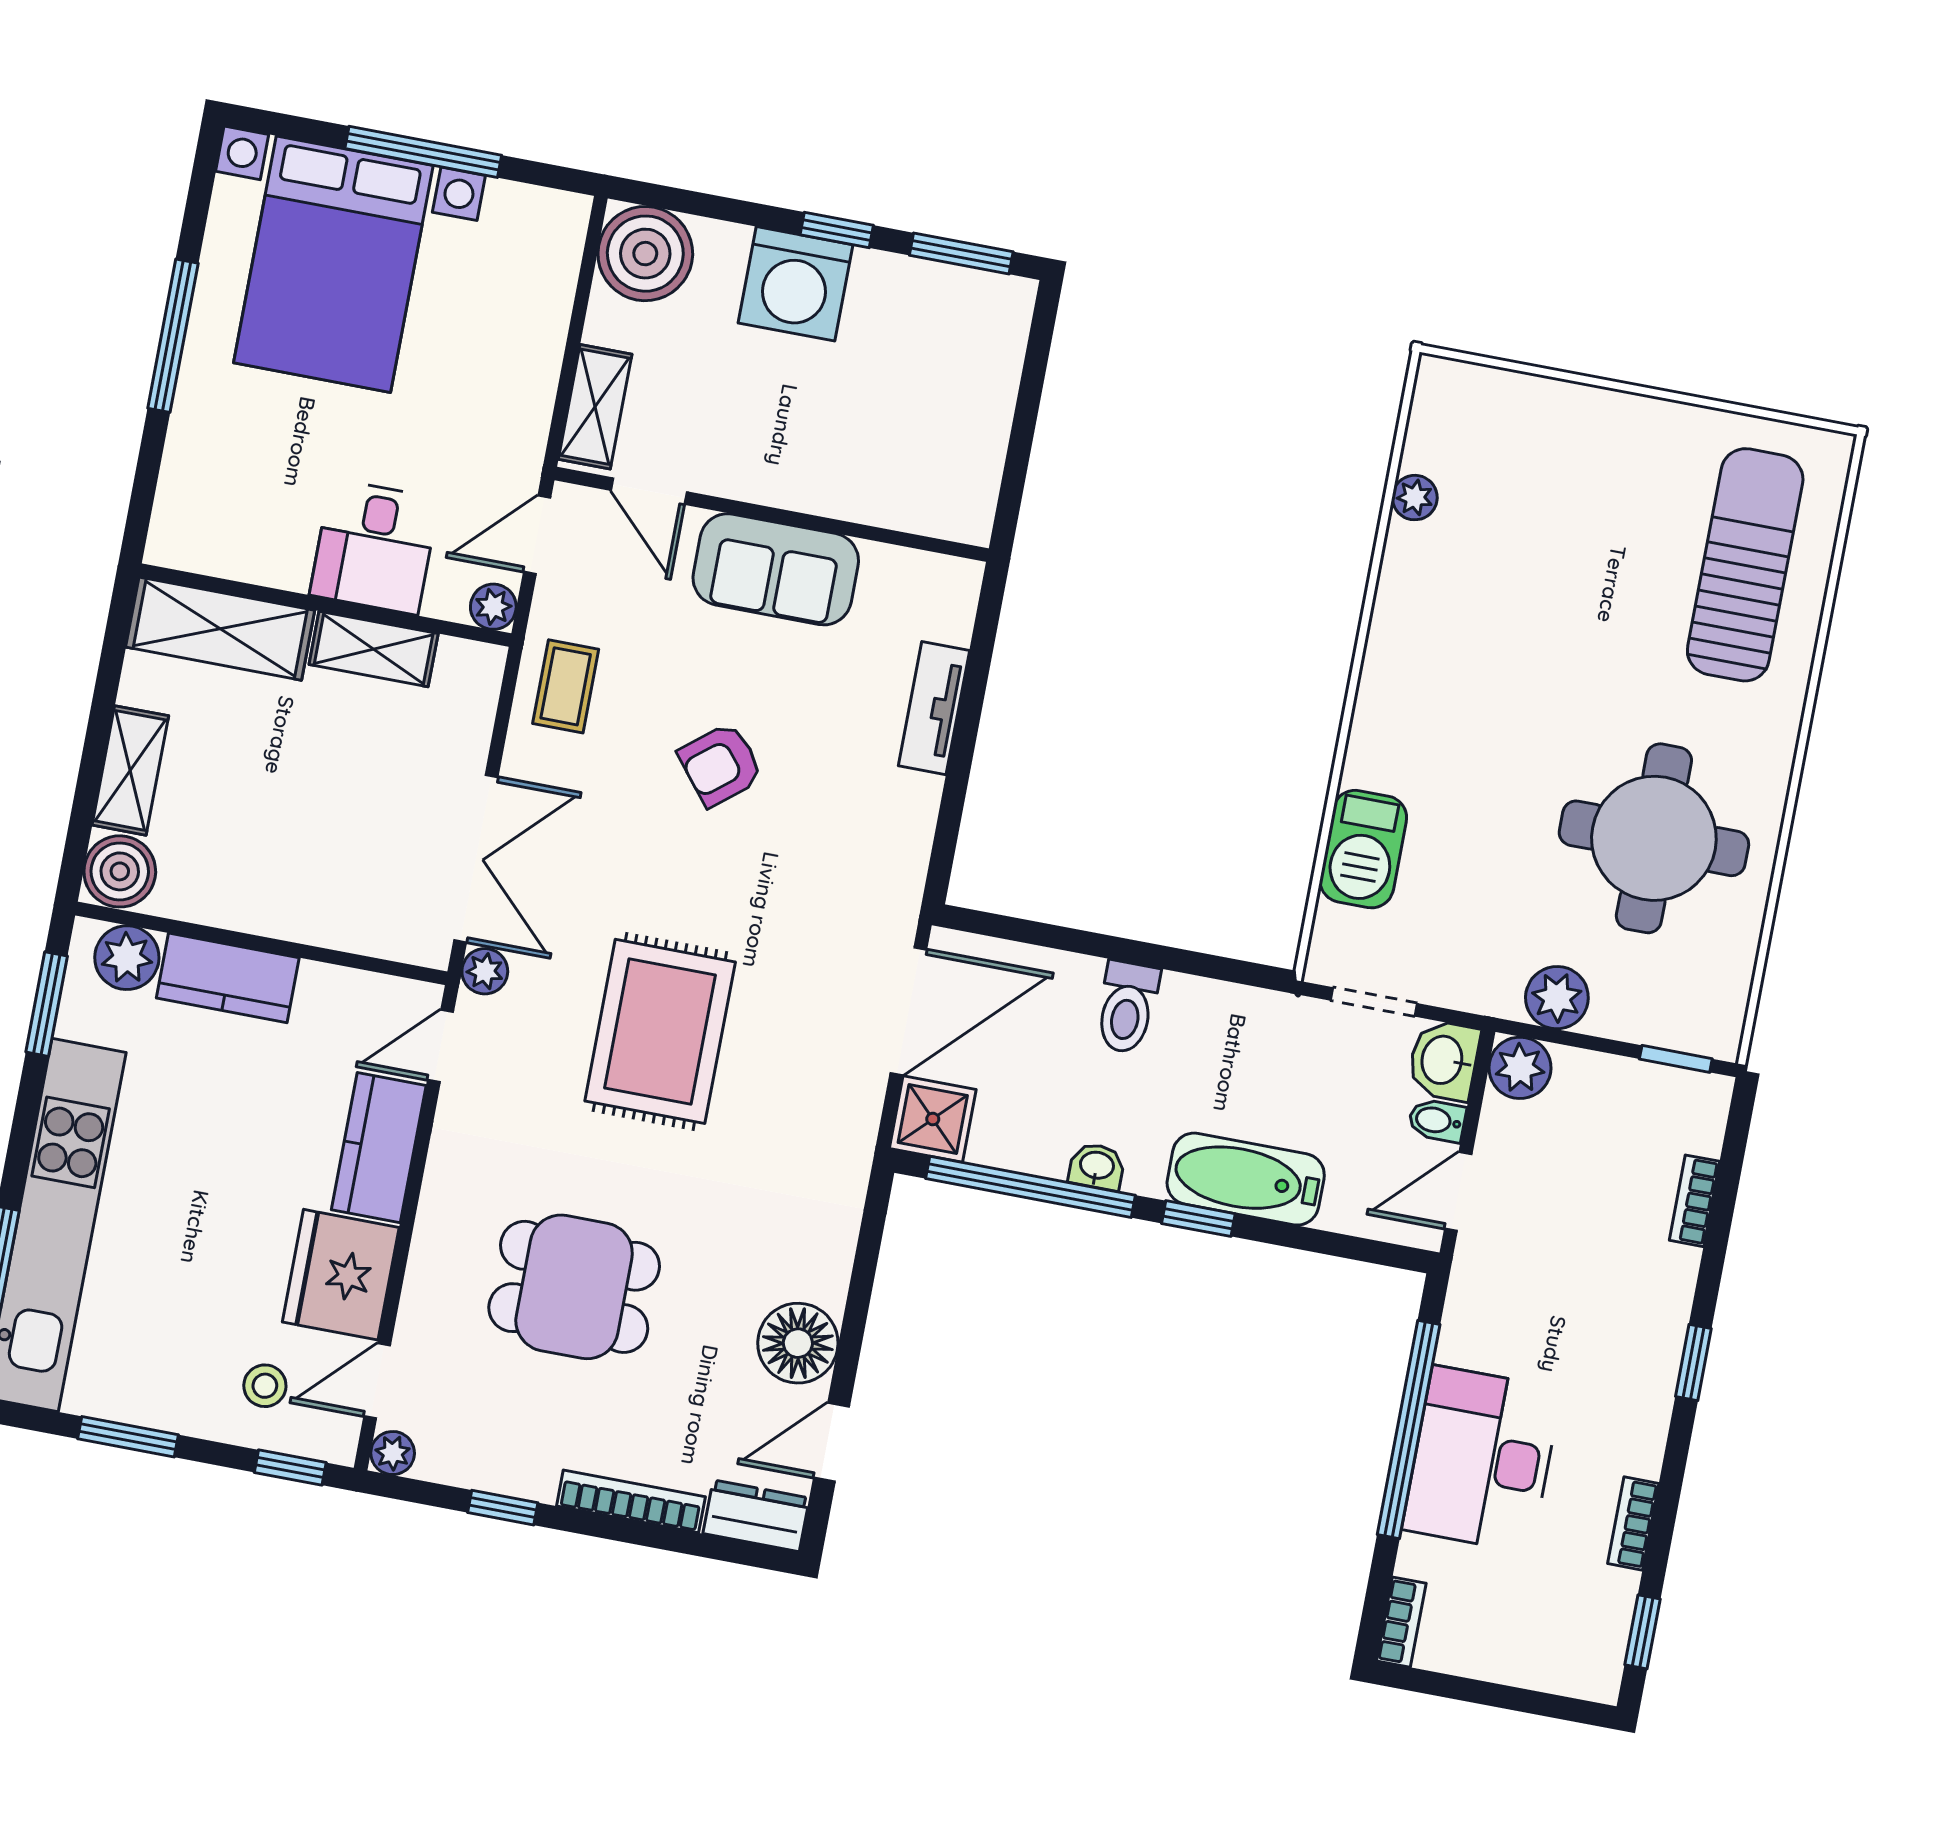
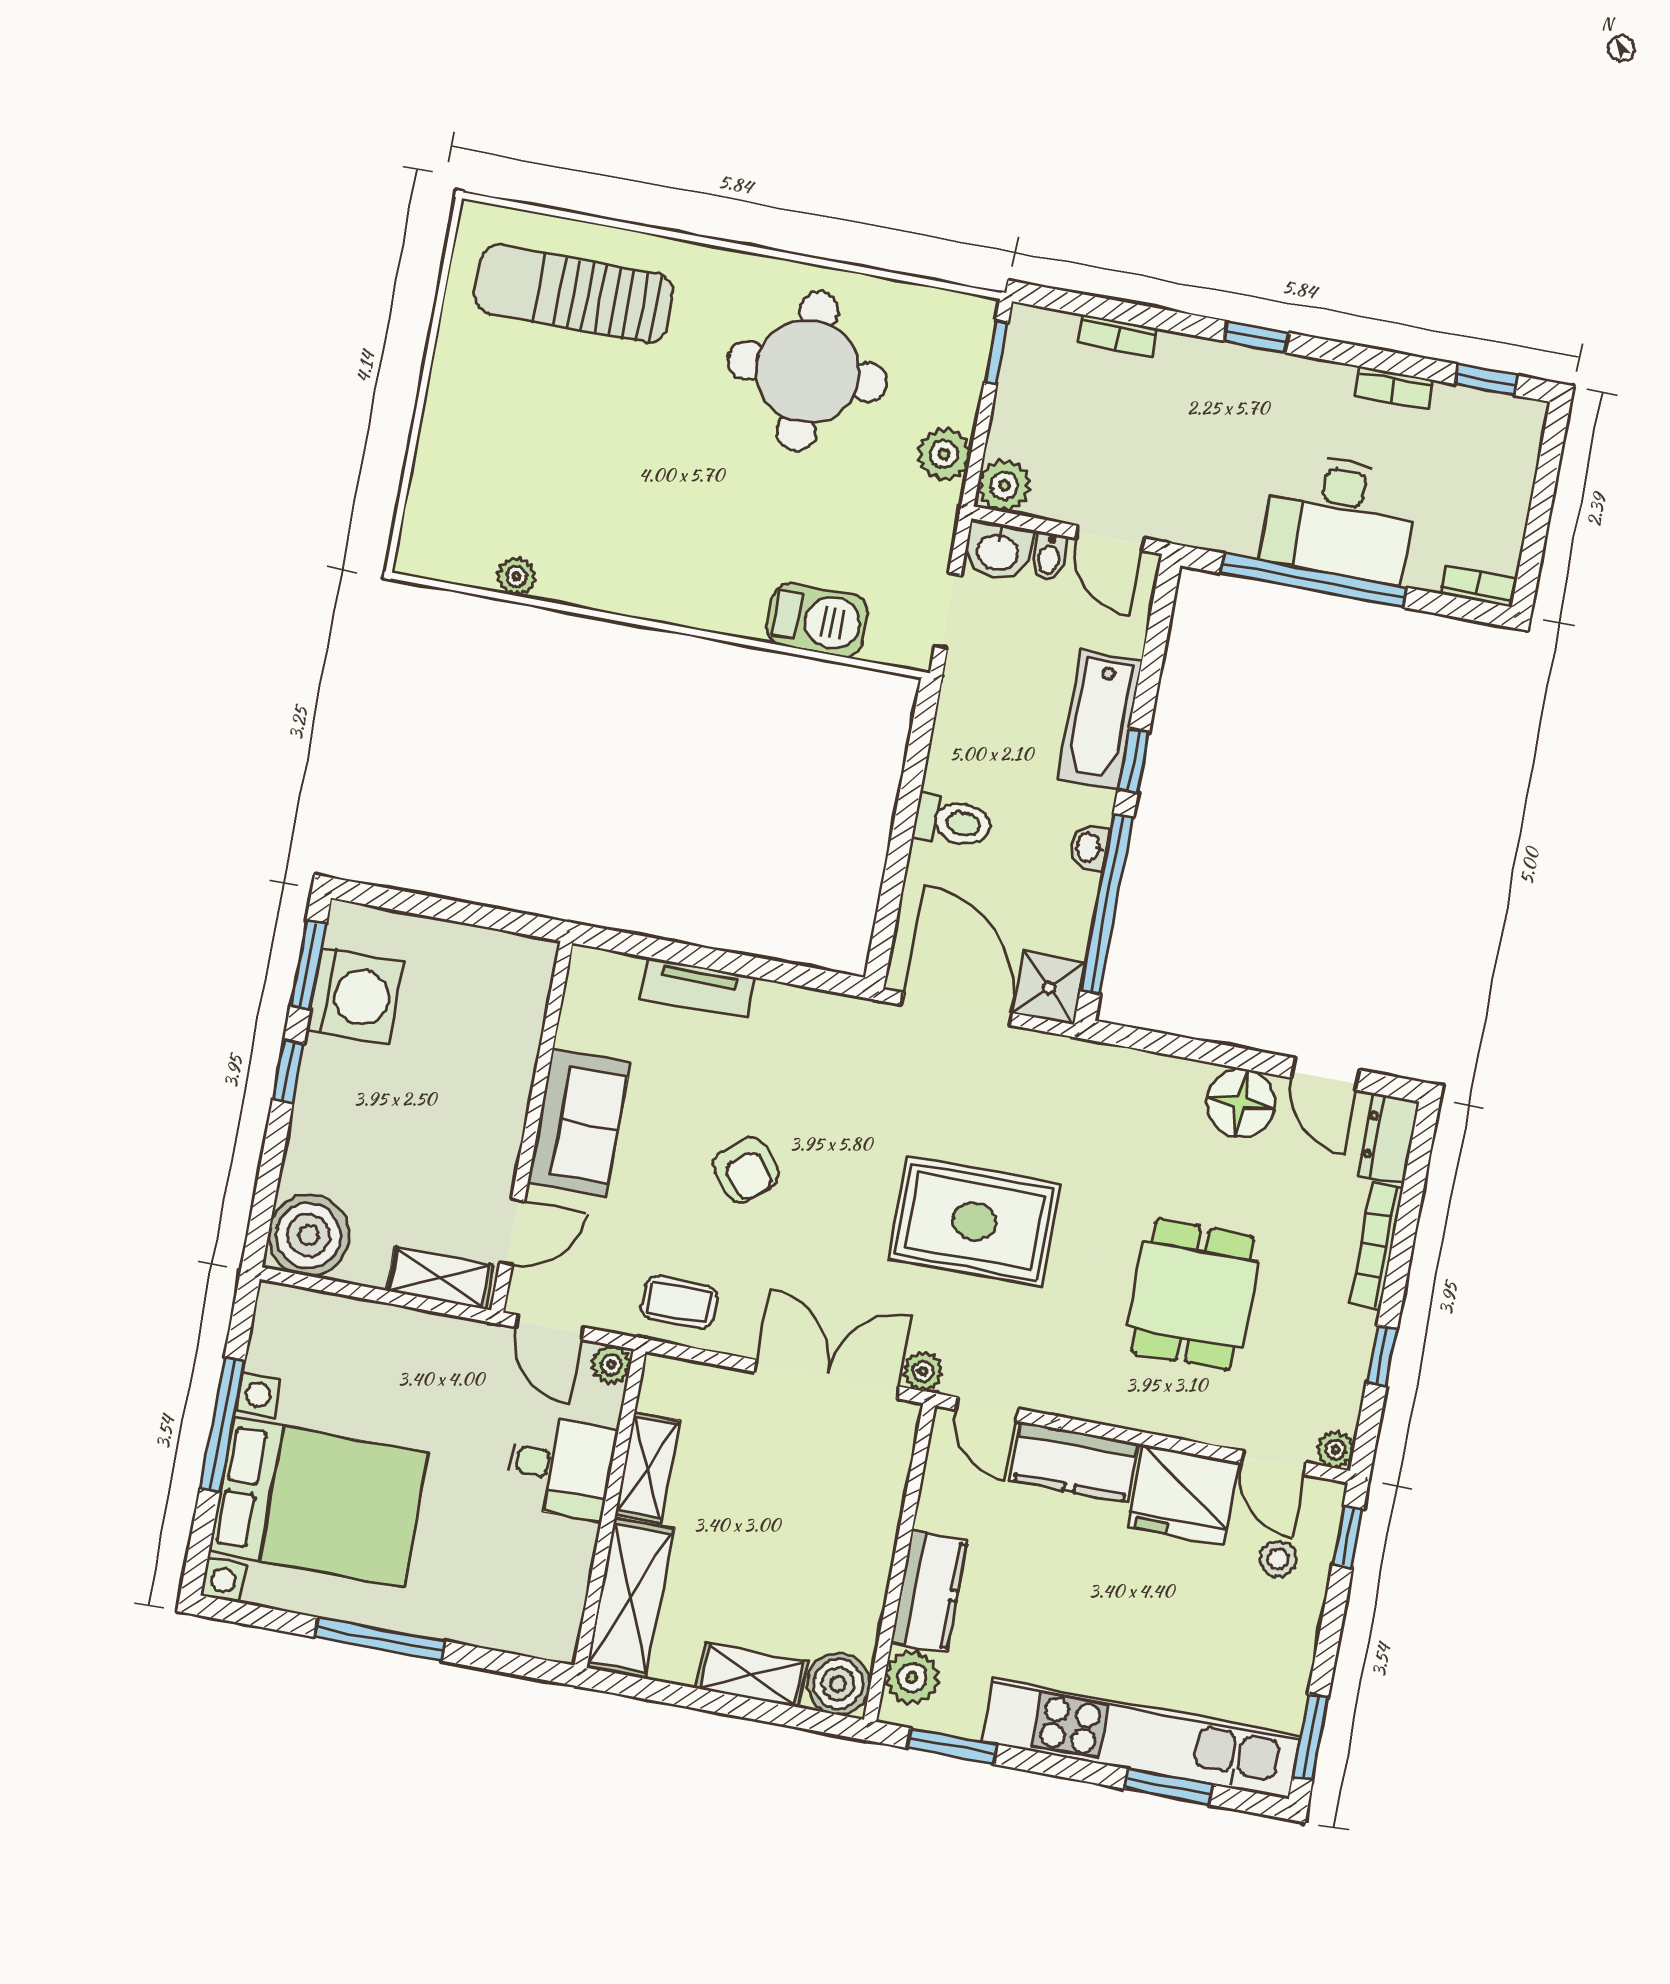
washing machine: (795, 284) -> (355, 996), moved
window: (128, 1437) -> (1311, 1737), moved

